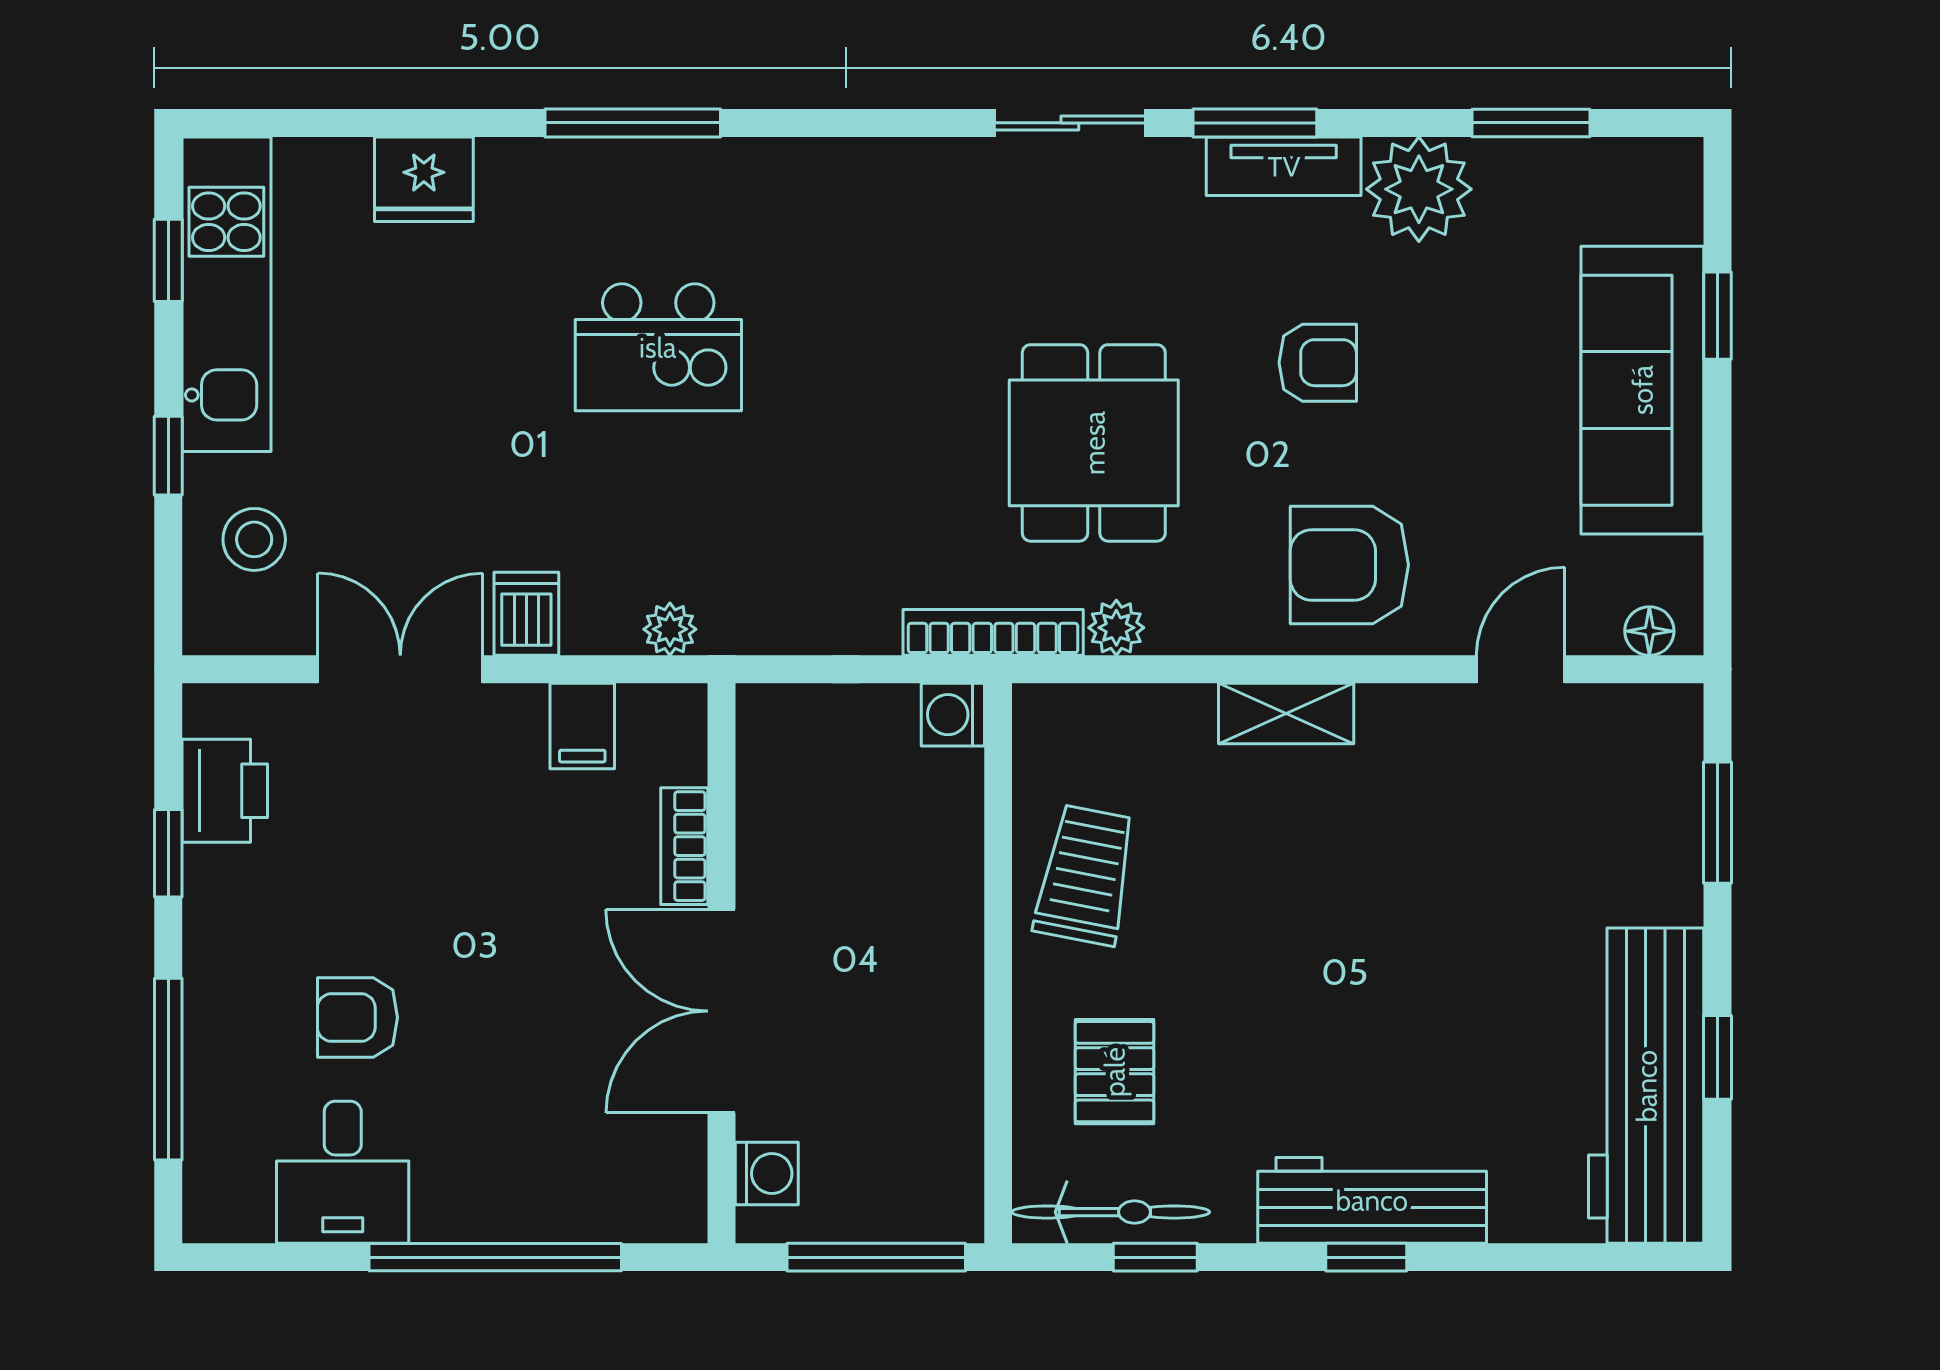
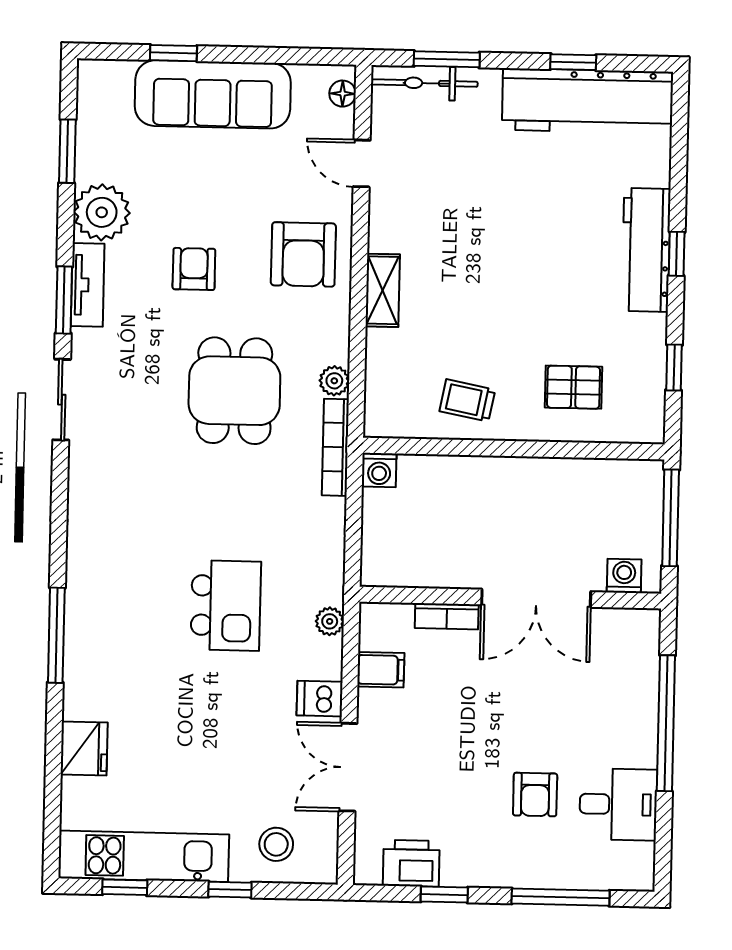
kitchen island: (658, 347) -> (226, 606), moved
dining table: (1094, 443) -> (234, 391), turned 90
trolley: (1085, 875) -> (467, 400), width x0.73, depth x0.72
bicycle: (1111, 1212) -> (424, 83), moved, turned -90

